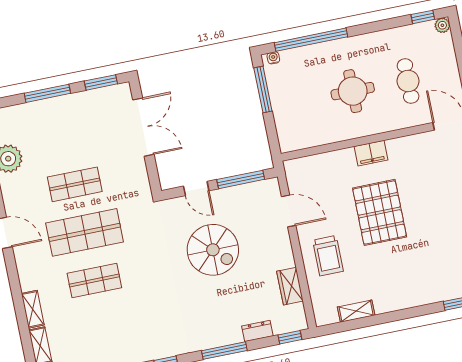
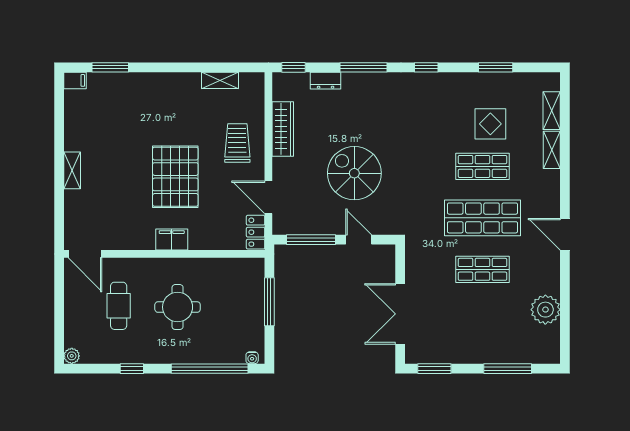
window: (423, 17) -> (132, 369), moved
window: (263, 89) -> (269, 302), moved
window: (47, 93) -> (508, 369), moved
locker: (294, 176) -> (256, 232), added
wardrobe: (290, 286) -> (283, 129), width x1.50
display table: (95, 322) -> (490, 124), added

